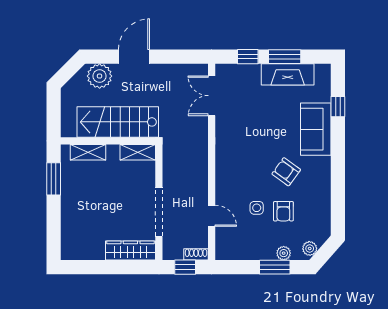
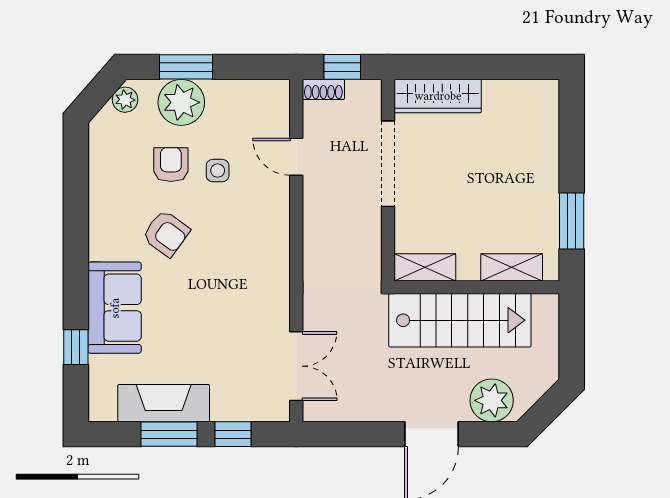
plant: (284, 253) -> (181, 102), width x1.88, depth x1.88

